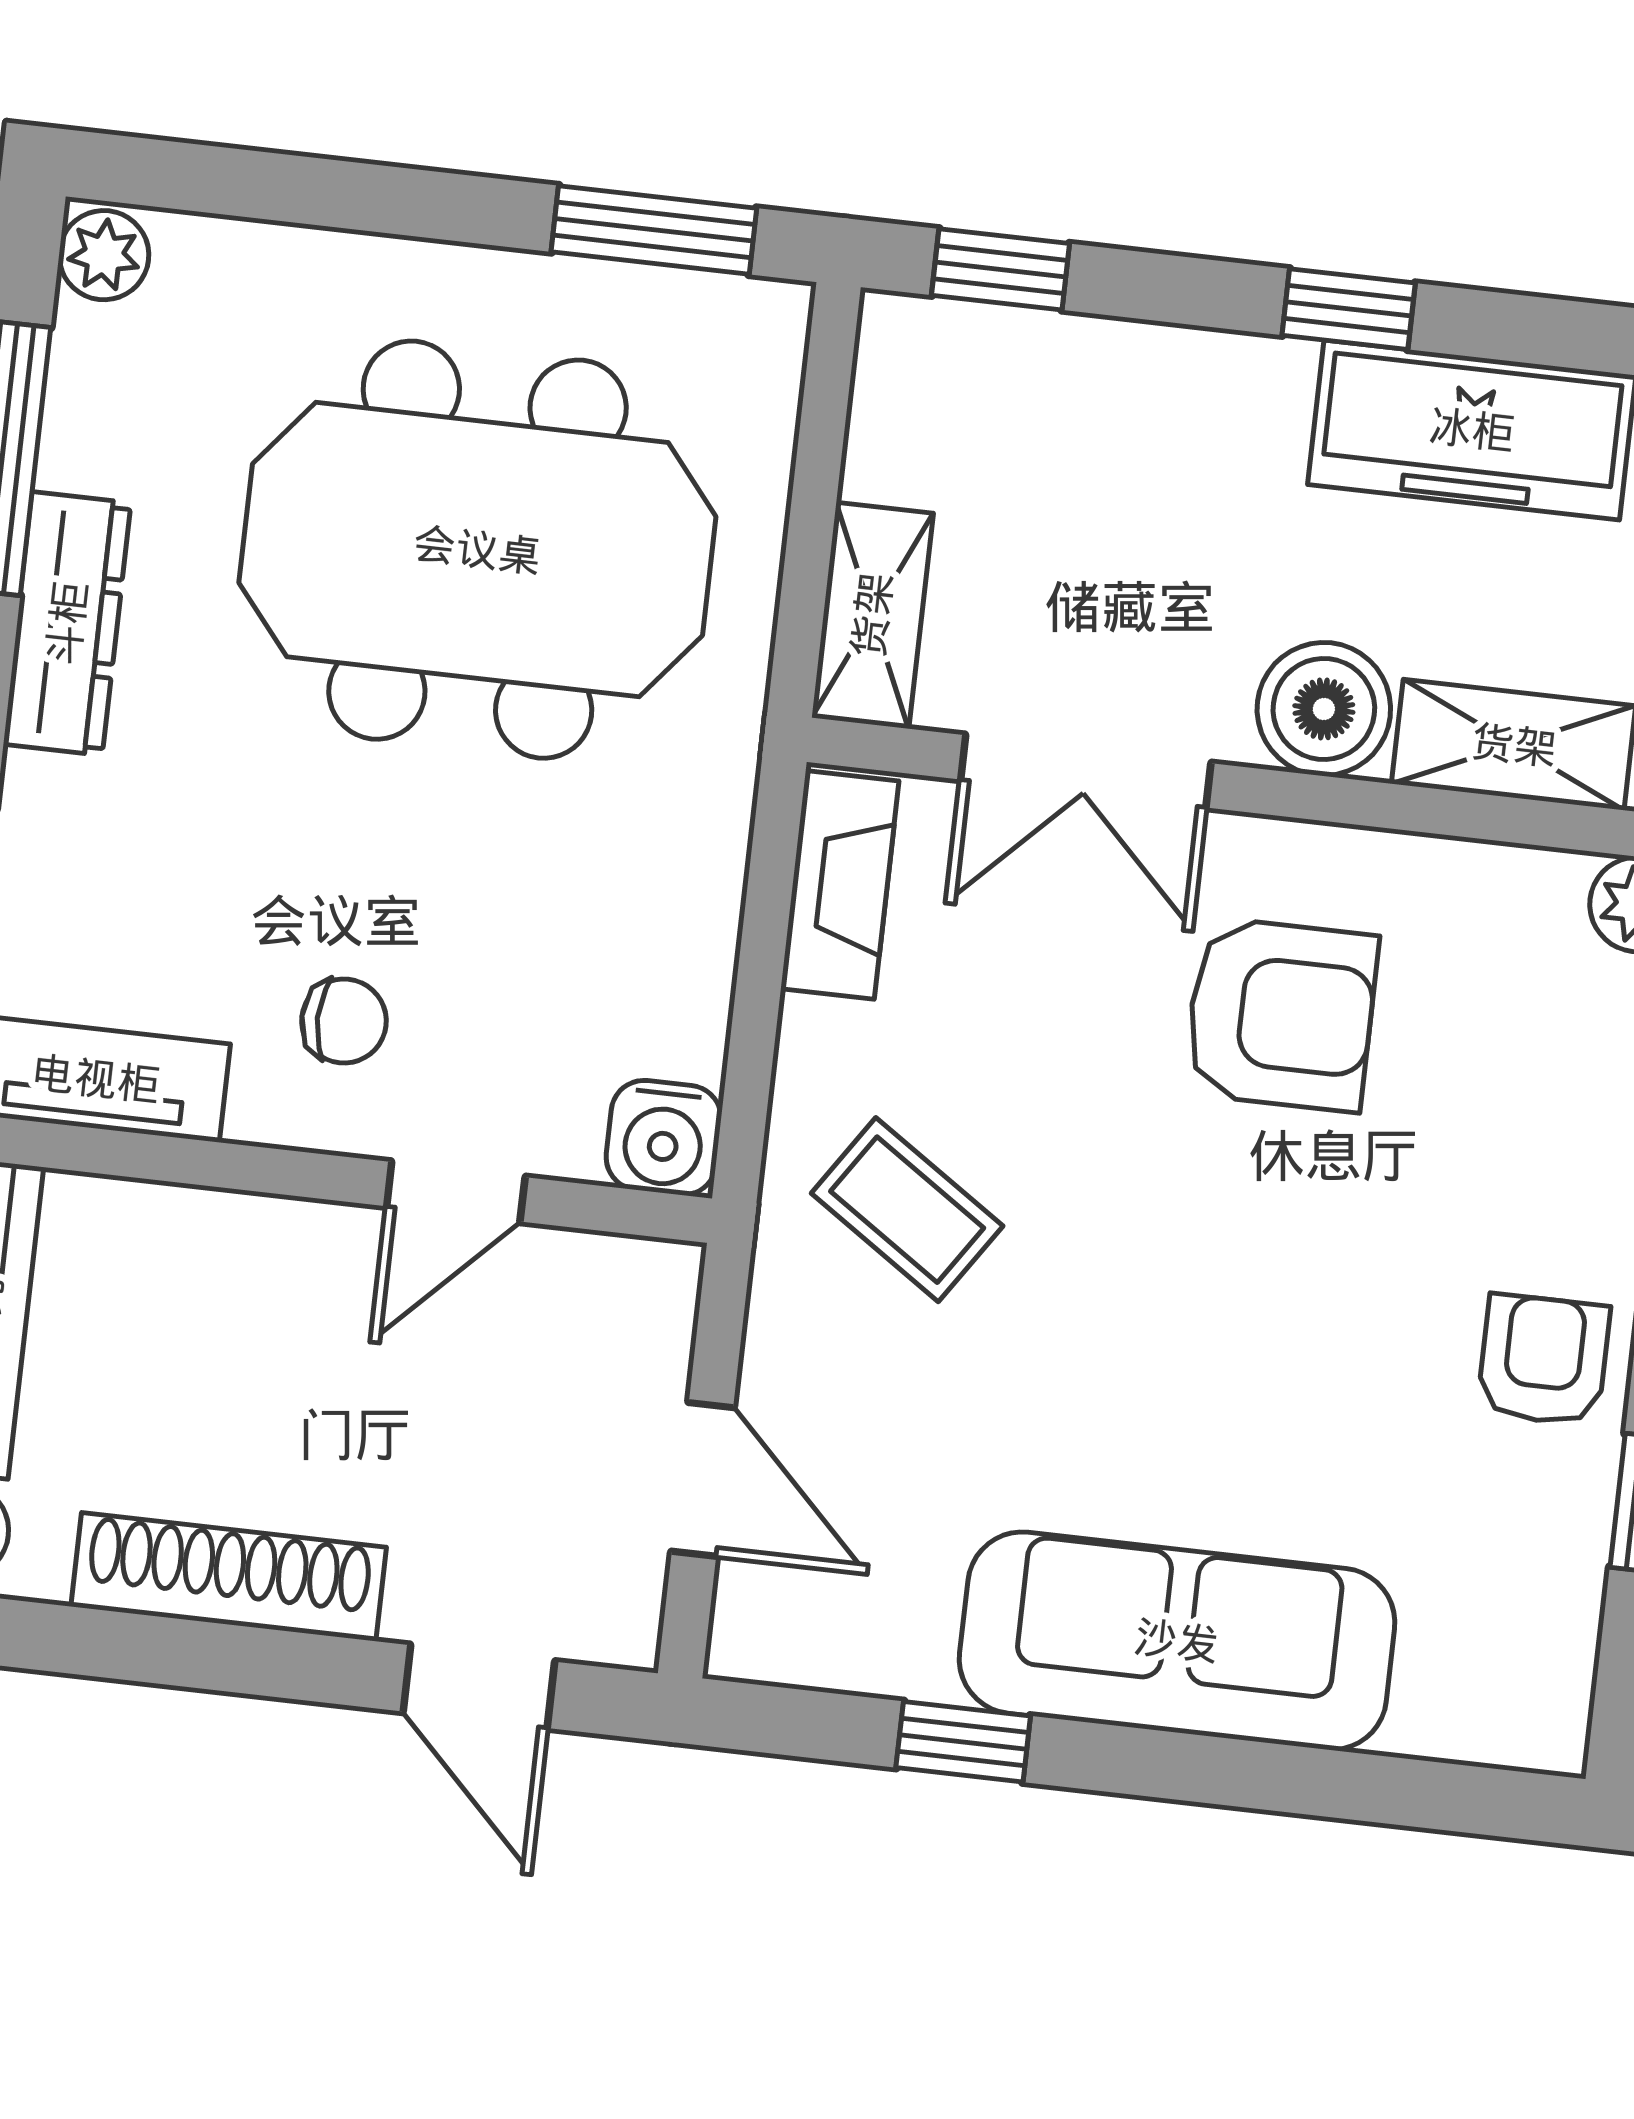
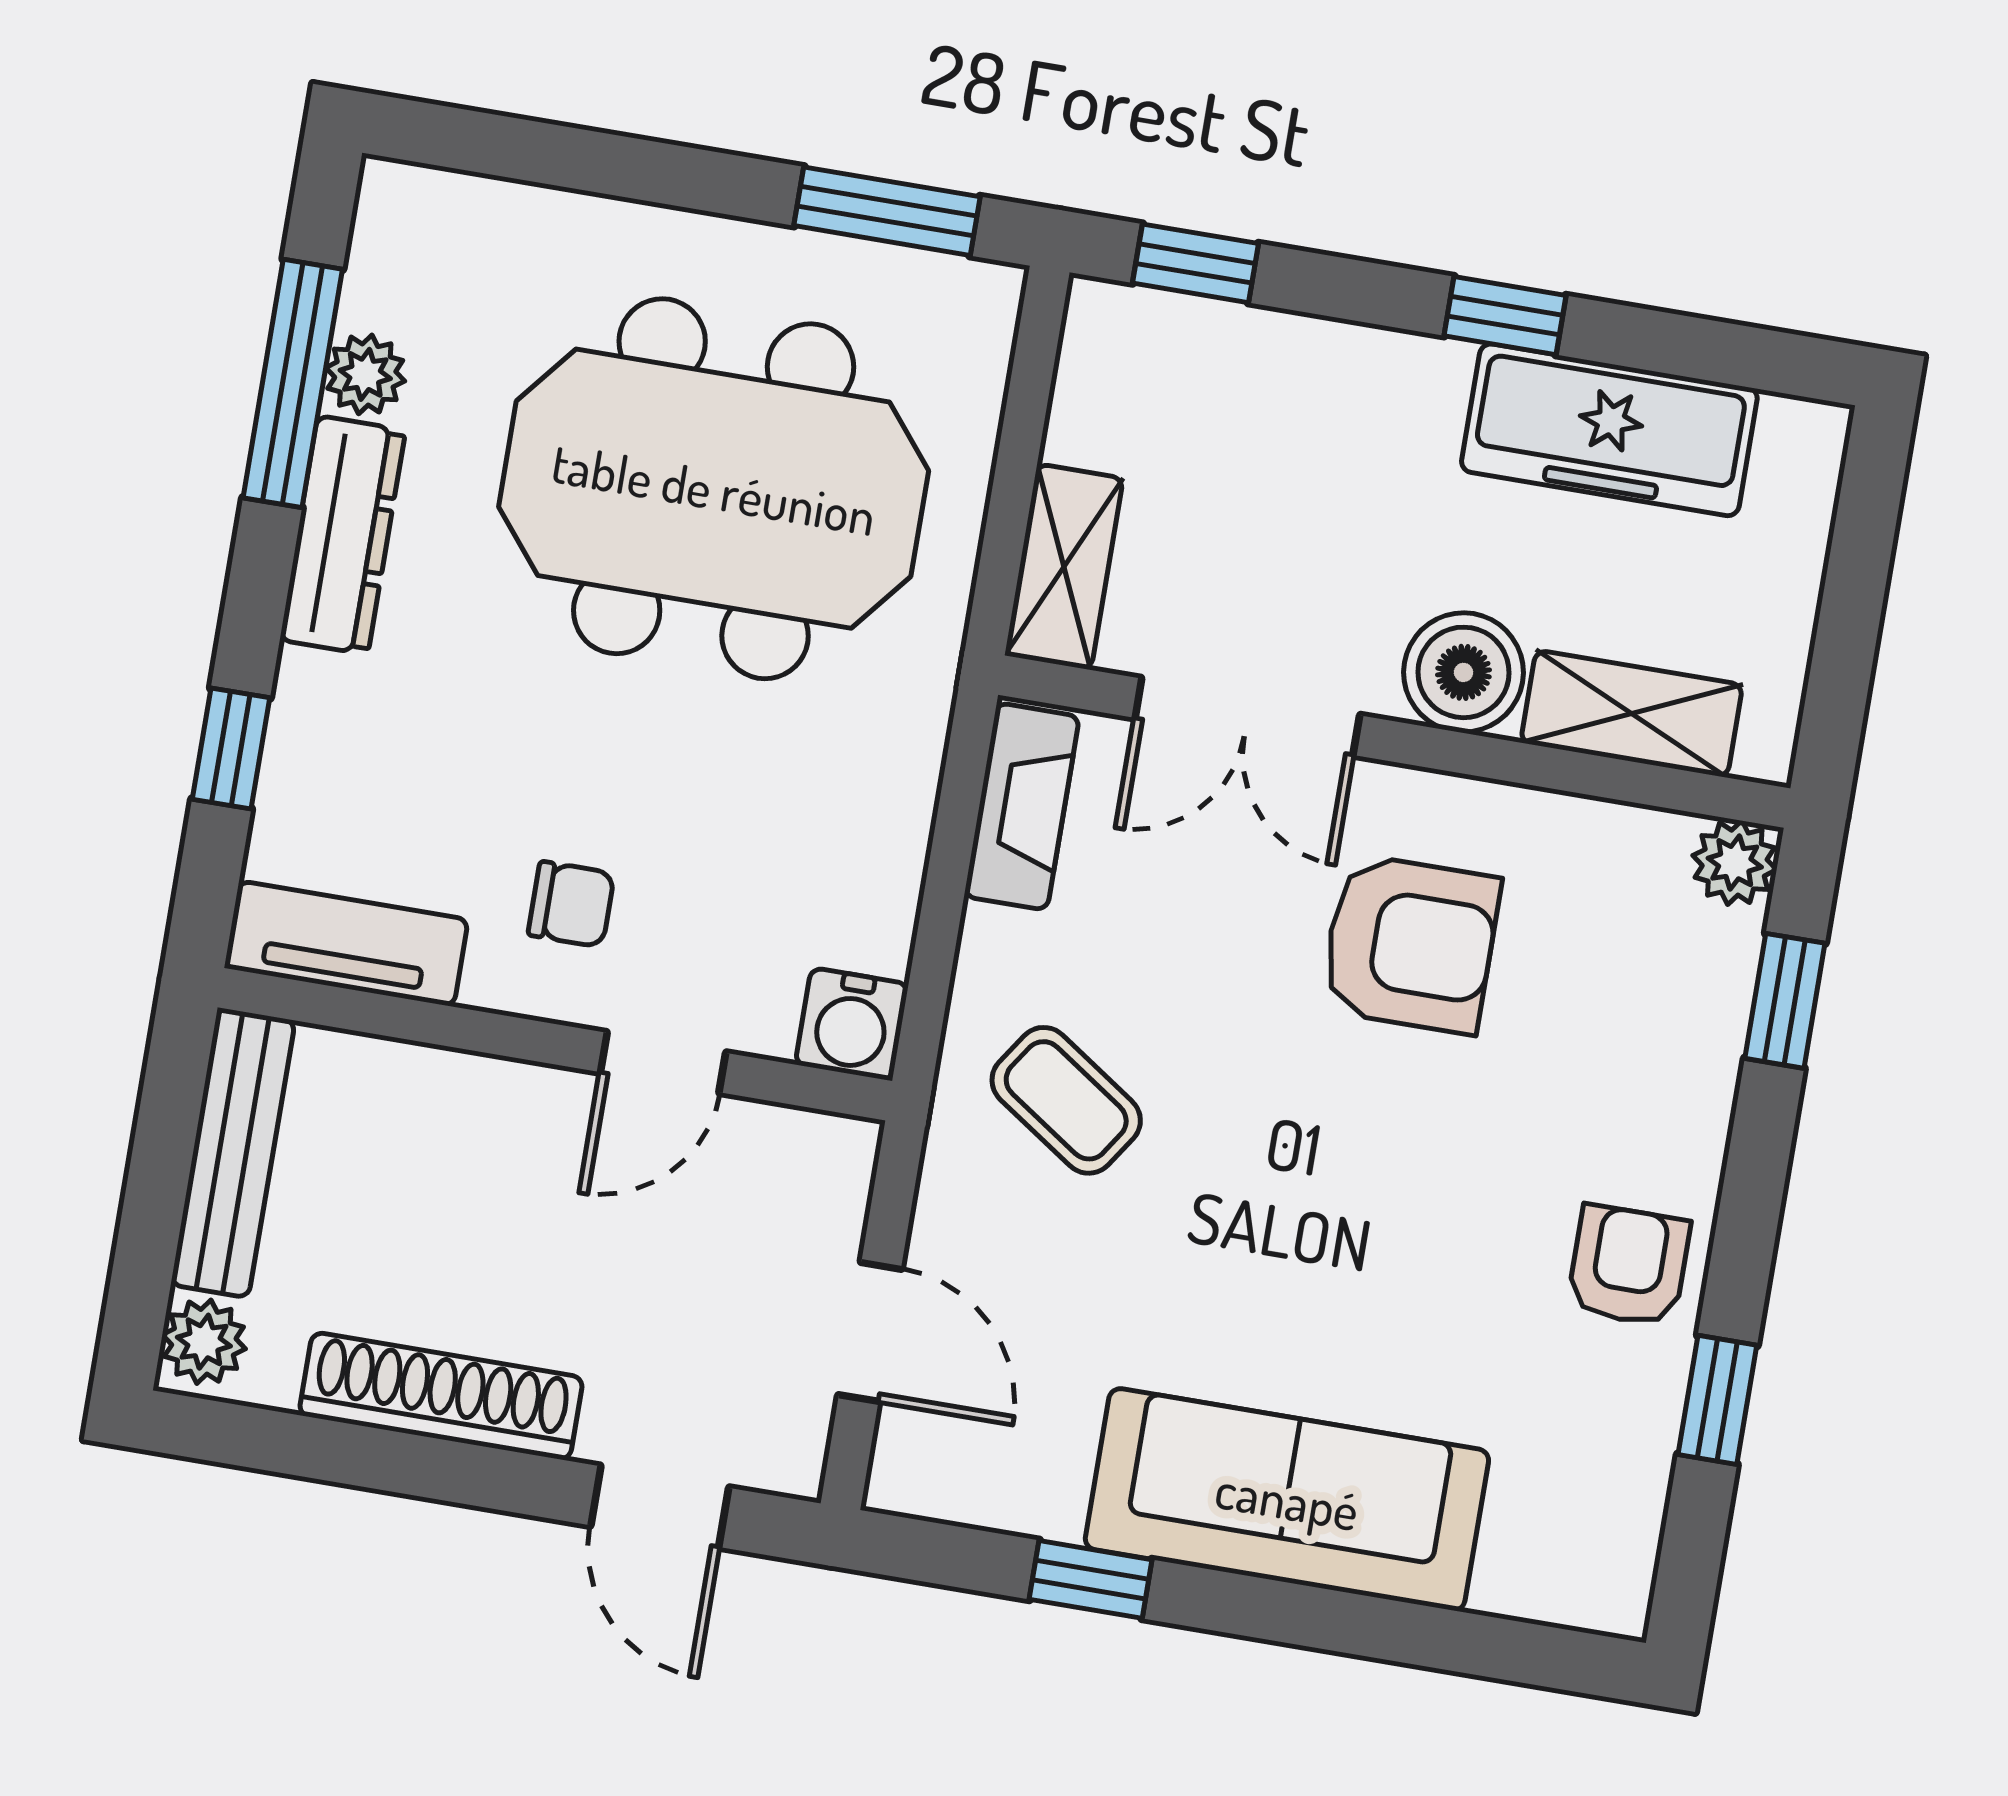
plant: (104, 255) -> (365, 374), moved

